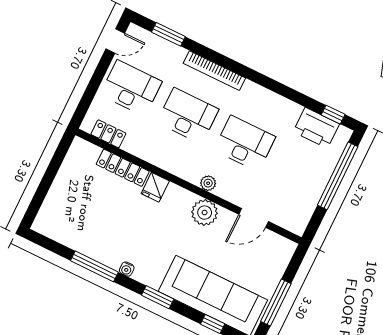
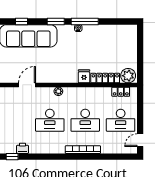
window: (168, 34) -> (115, 157), removed
printer: (316, 128) -> (23, 148), width x0.53, depth x0.68
plant: (205, 213) -> (128, 76), moved
window: (94, 266) -> (85, 21), moved

